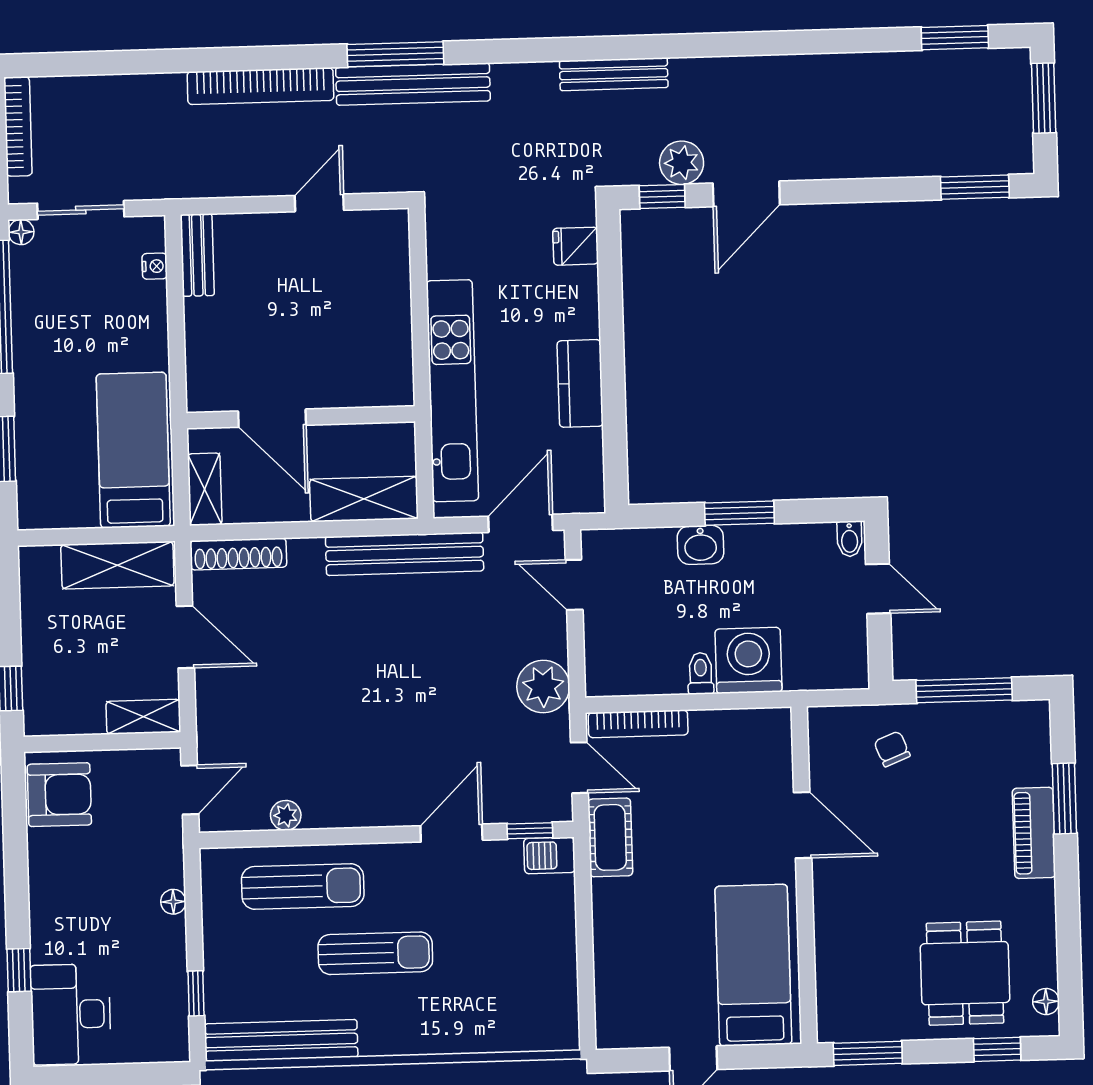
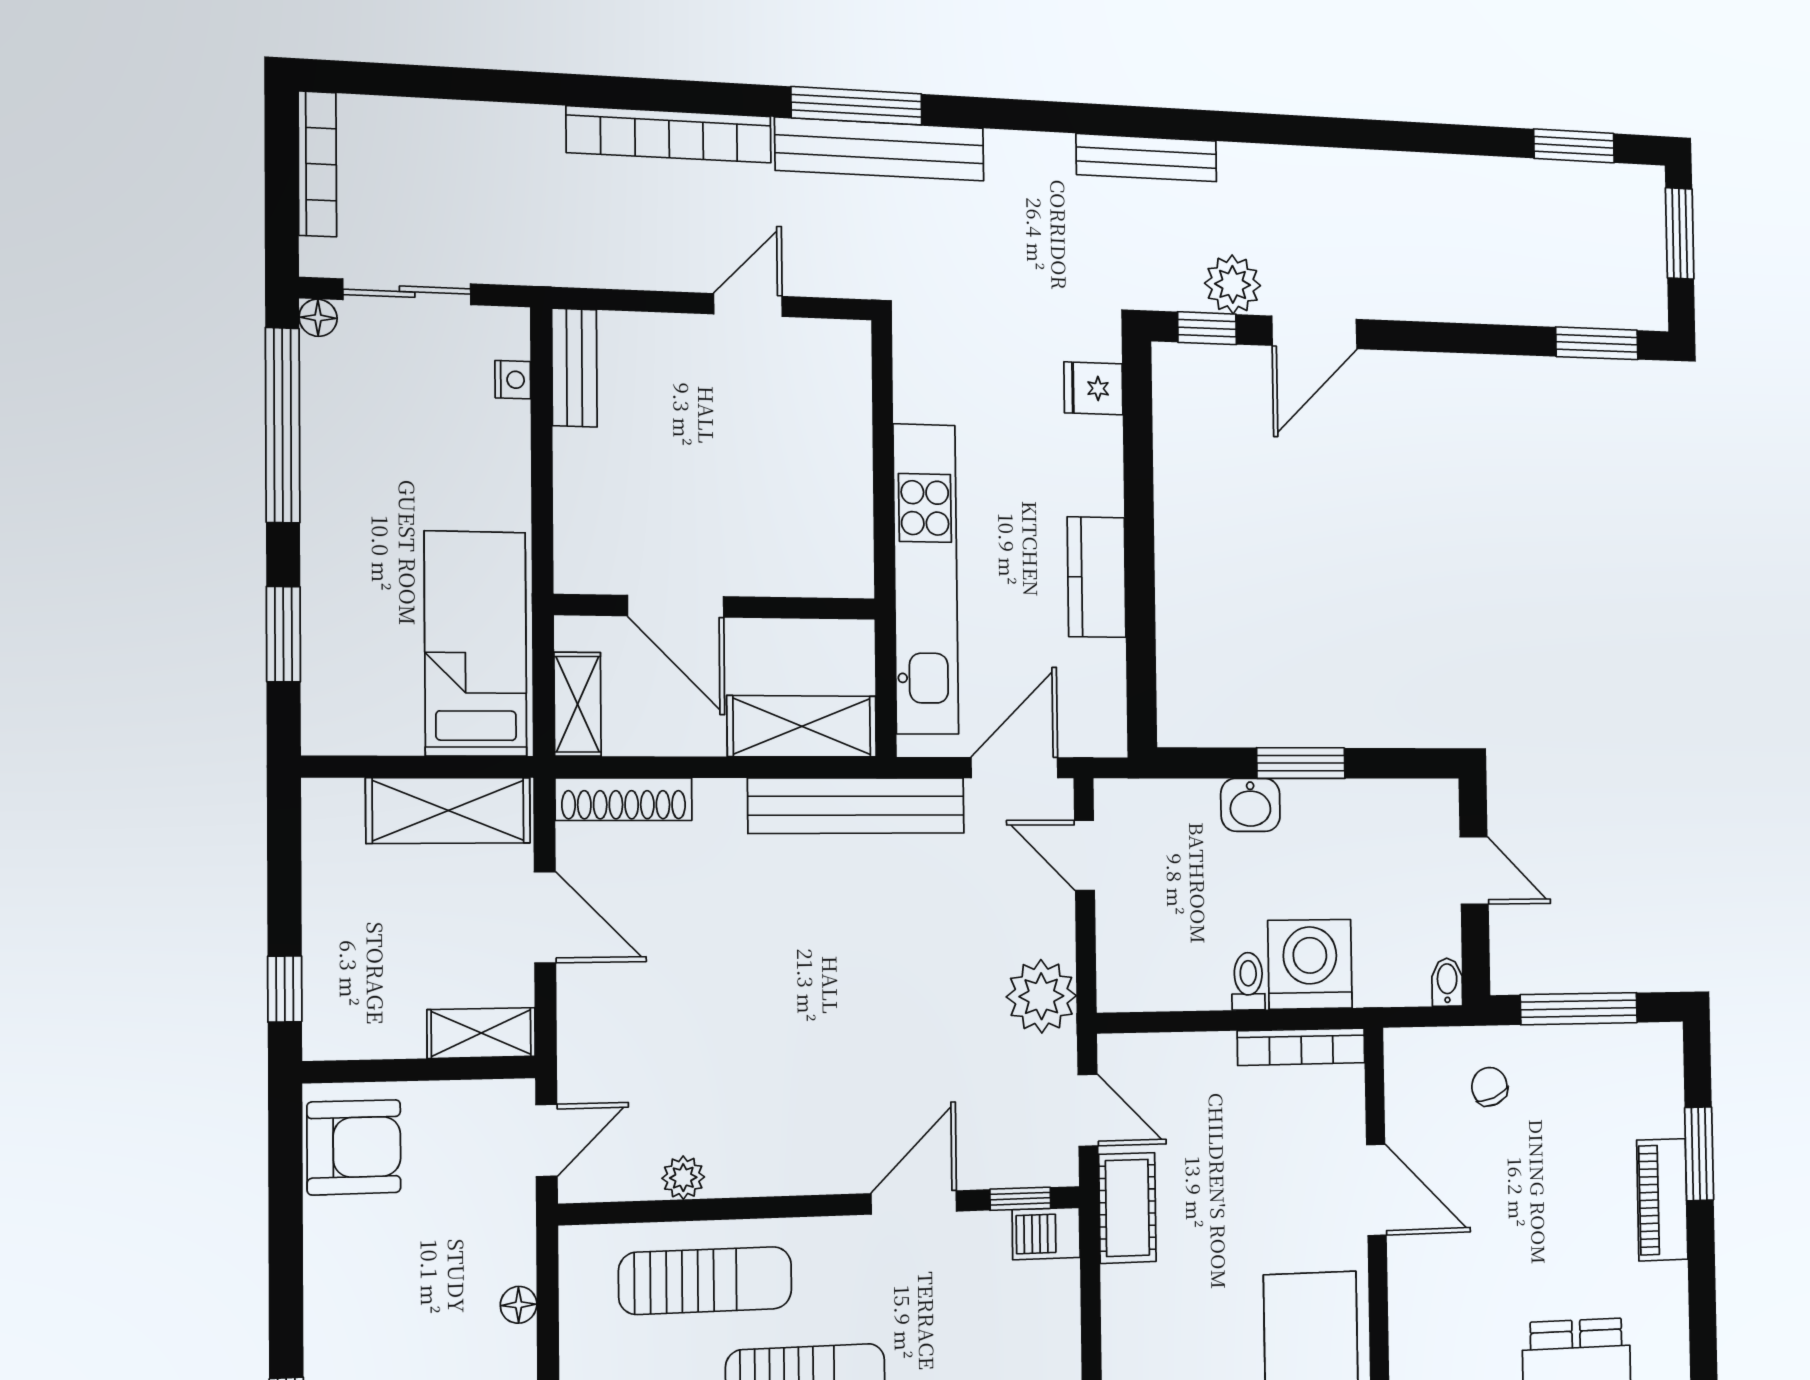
bidet: (850, 539) -> (1447, 982), moved, turned 180
bookcase: (638, 724) -> (1301, 1047), moved

